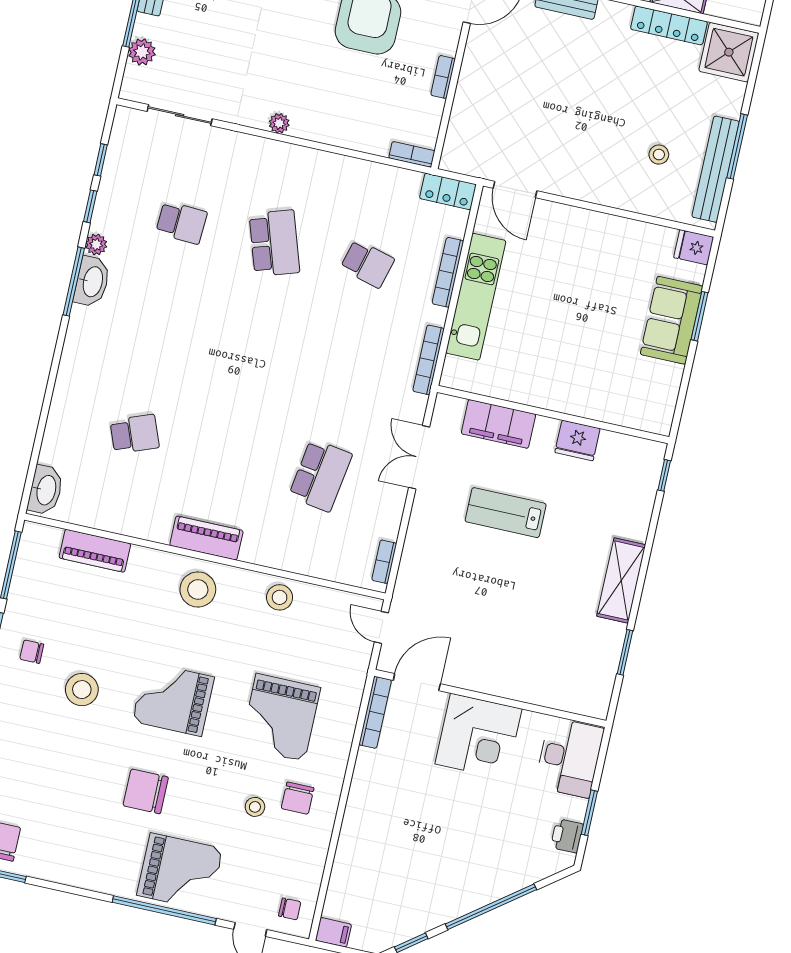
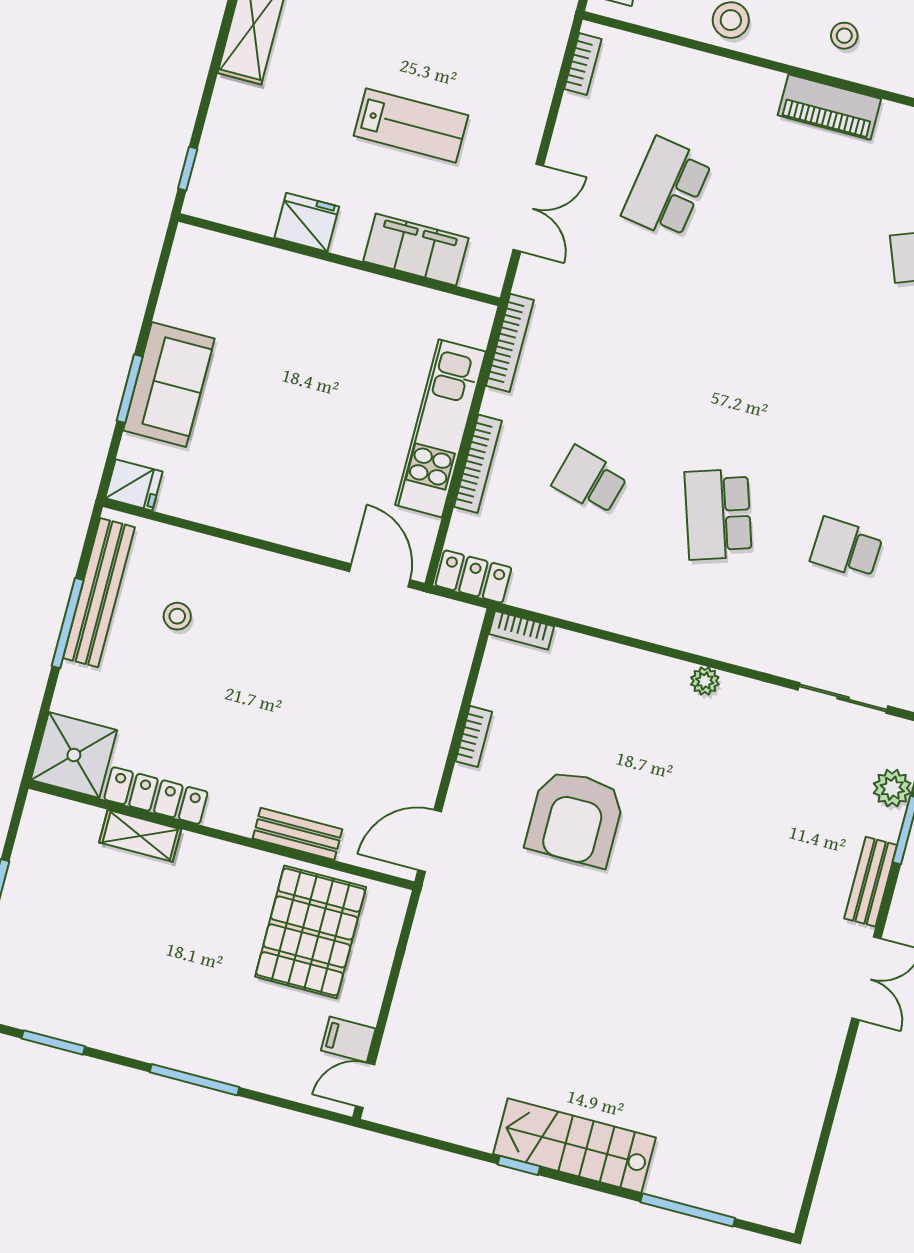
stool: (198, 589) -> (844, 36), width x0.53, depth x0.53

